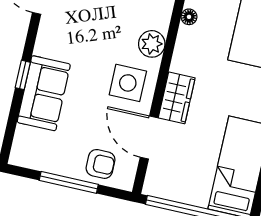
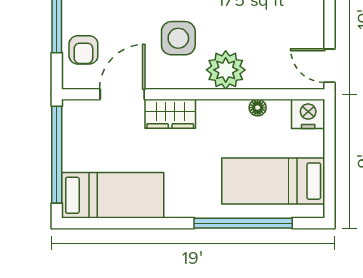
plant: (152, 44) -> (226, 70), width x1.36, depth x1.36
side table: (128, 83) -> (178, 38), moved

